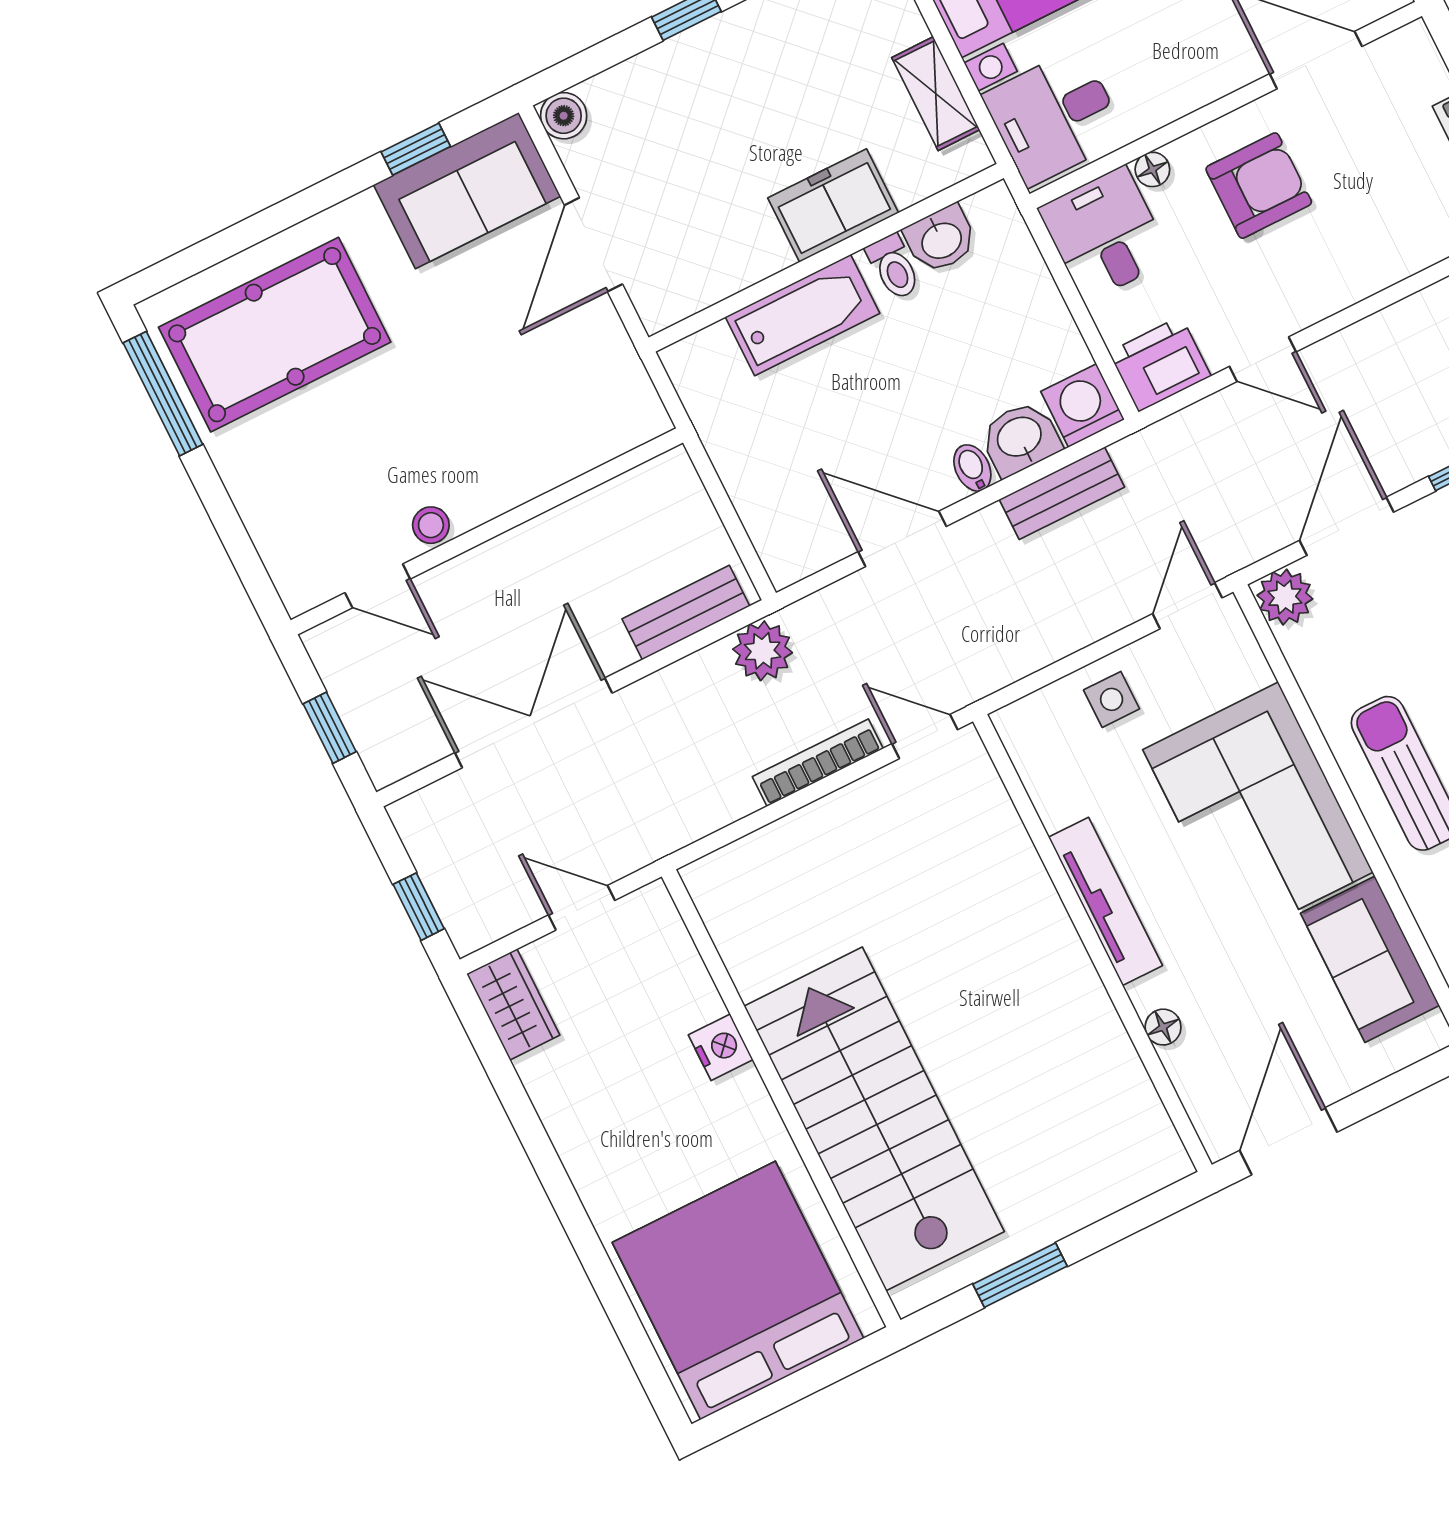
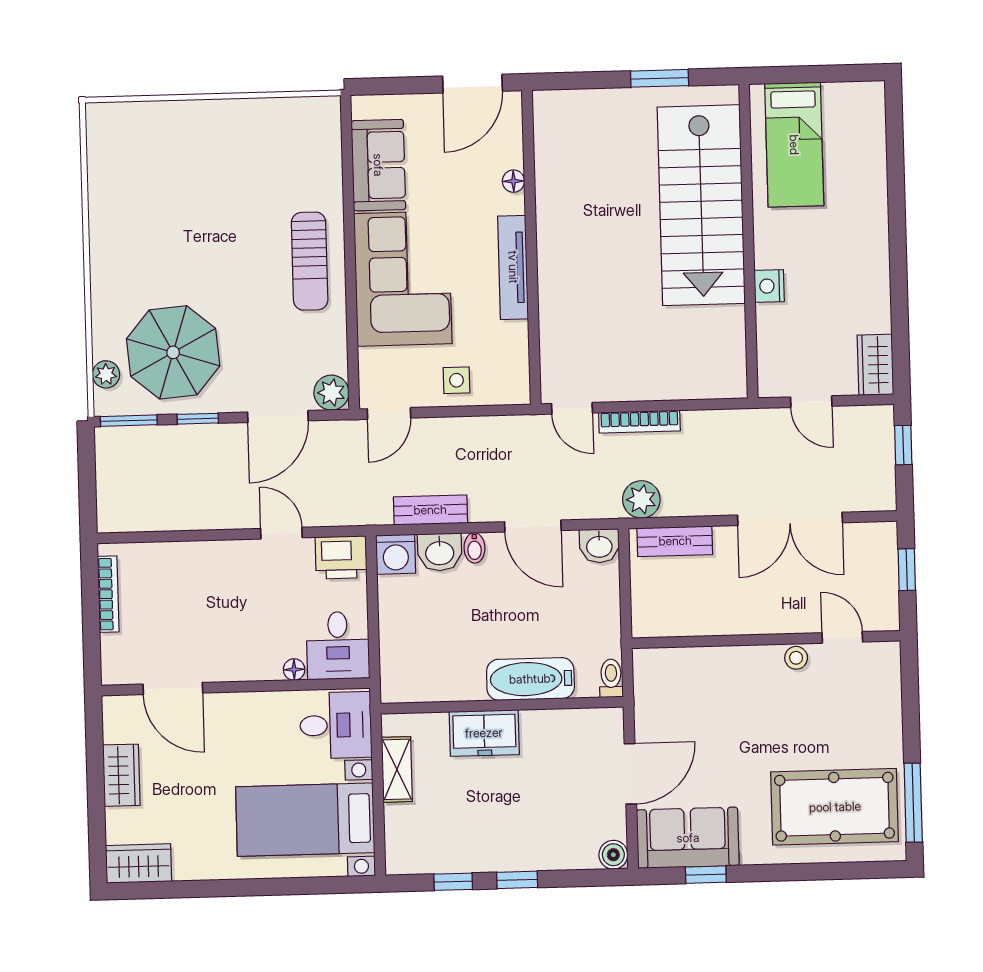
armchair: (1259, 186) -> (238, 632), removed
washbasin: (941, 239) -> (599, 546), moved, turned 180
toilet: (894, 267) -> (611, 678), moved
bed: (738, 1290) -> (794, 145), width x0.49

